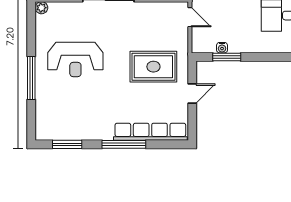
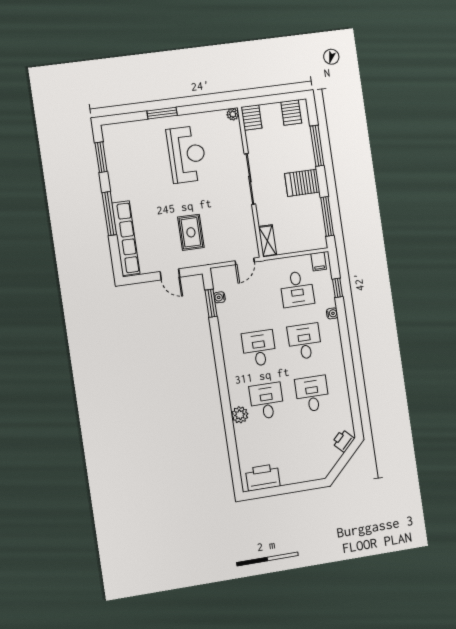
reception desk: (75, 59) -> (187, 154), turned 180
rug: (153, 67) -> (191, 232), width x0.73, depth x0.70
window: (31, 78) -> (162, 113), width x0.69

